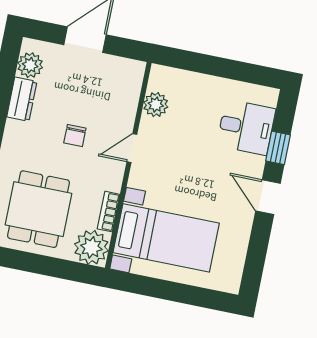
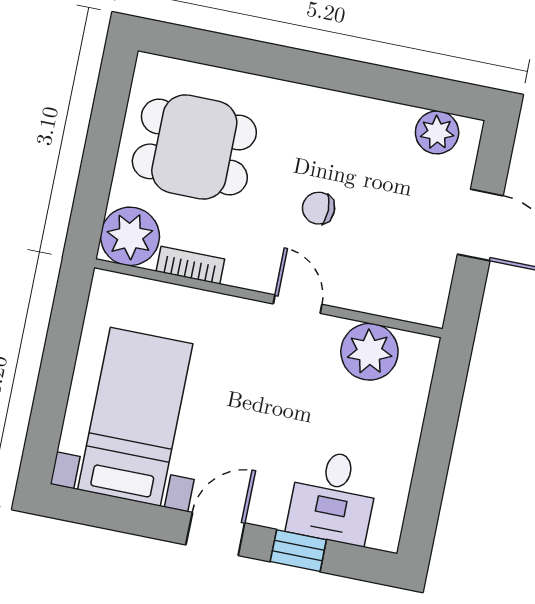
dresser: (22, 99) -> (380, 119), removed
plant: (156, 105) -> (369, 352), width x1.36, depth x1.36
bed with nightstands: (166, 238) -> (135, 417), moved, turned 180

